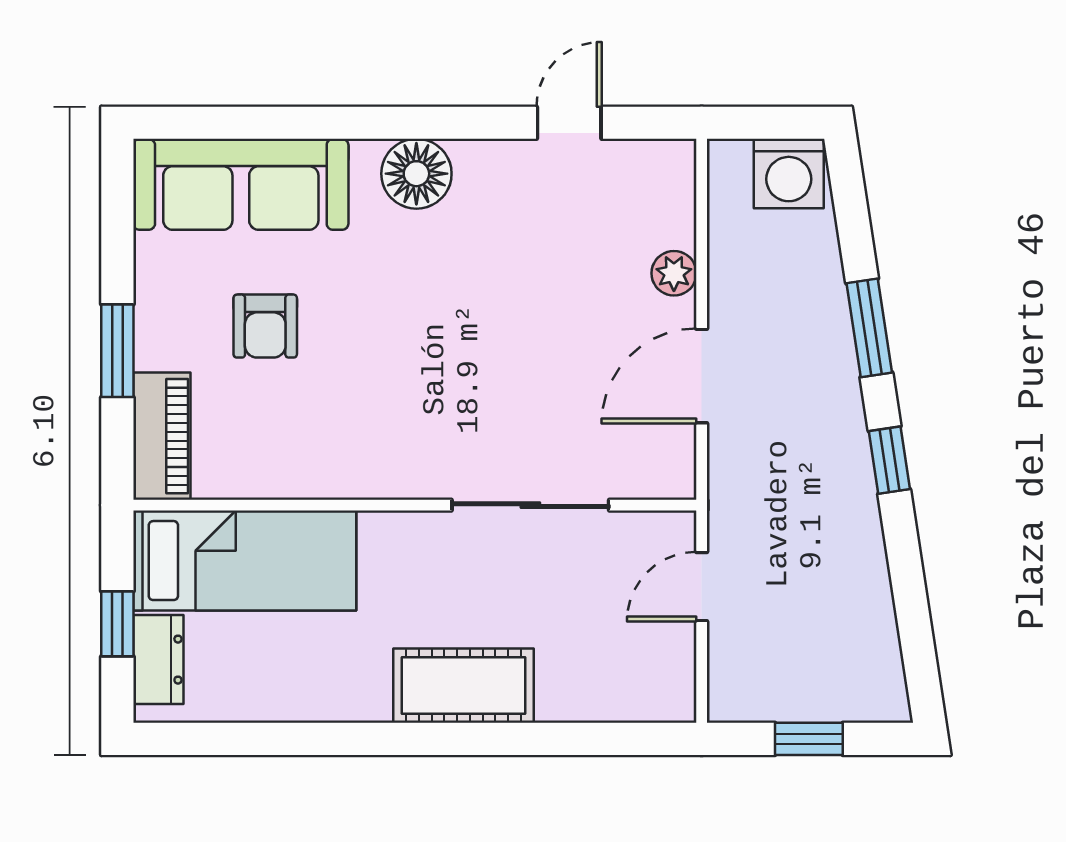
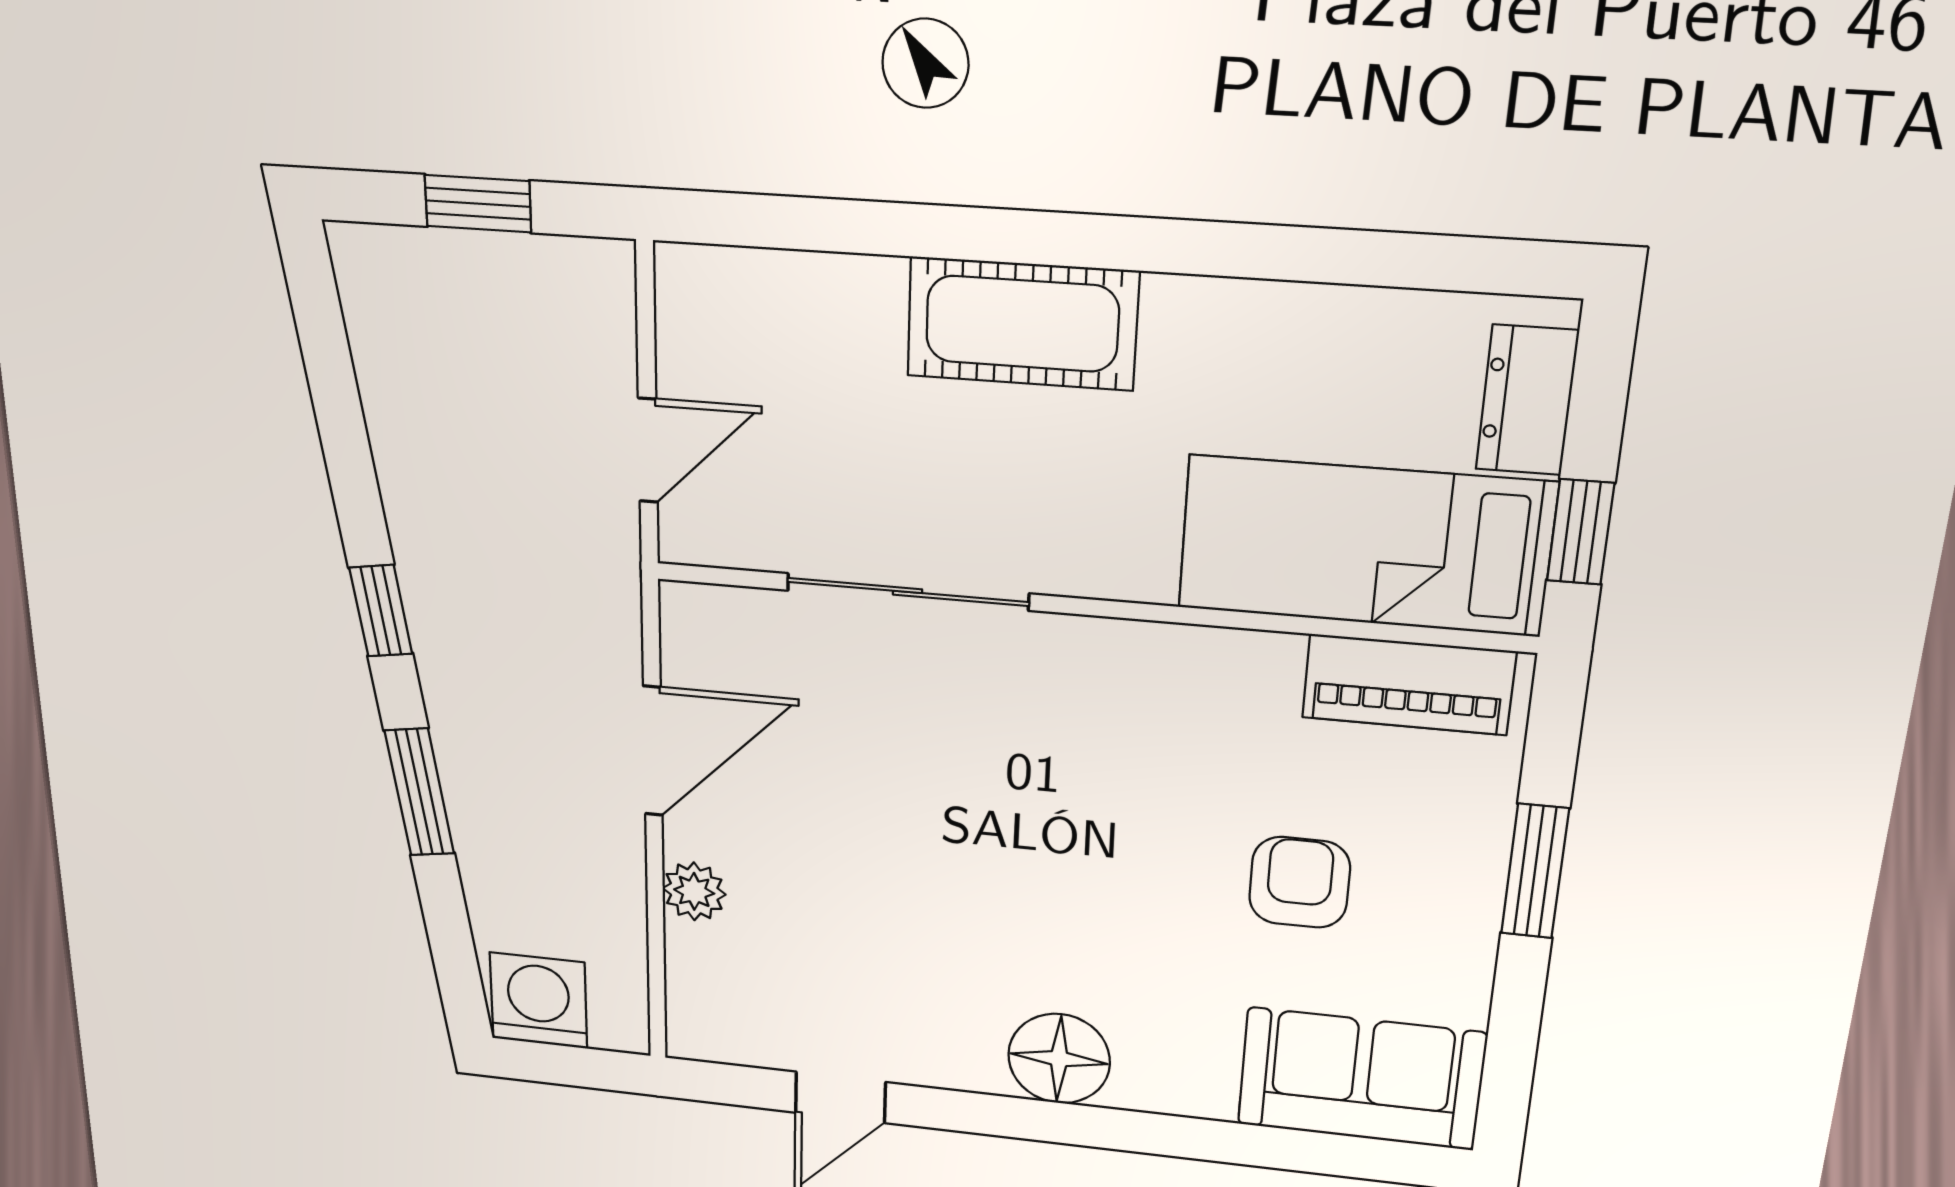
sofa: (241, 184) -> (1361, 1079), width x0.73
piano: (162, 436) -> (1408, 685), moved, turned -90
window: (117, 624) -> (1580, 532), moved

